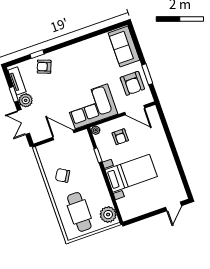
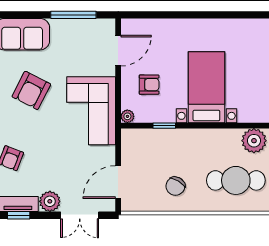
window: (147, 74) -> (73, 15), width x1.44
armchair: (132, 83) -> (31, 90), moved, turned 117
window: (14, 94) -> (19, 215), moved
door: (63, 135) -> (118, 182), moved

